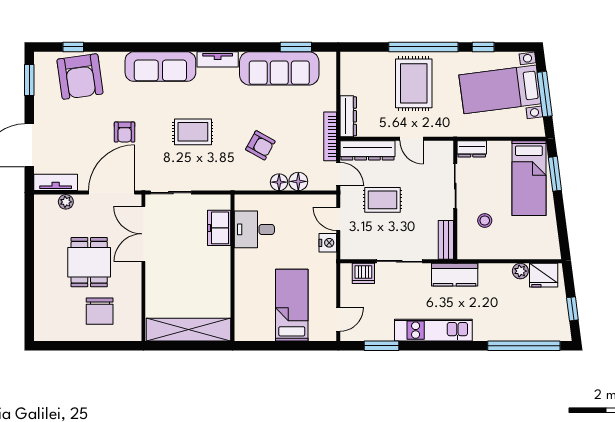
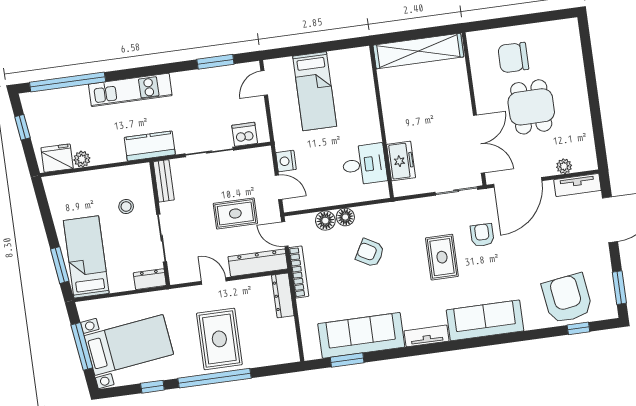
armchair: (125, 132) -> (482, 235), moved
rug: (193, 132) -> (442, 257), turned 90
chair: (100, 311) -> (513, 58), turned -90
kitchen unit: (433, 330) -> (130, 90), moved

